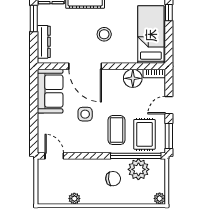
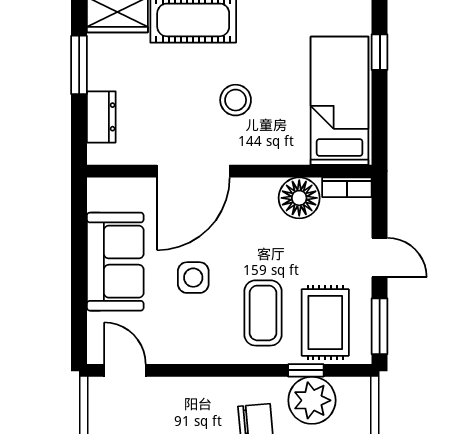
dresser: (44, 42) -> (101, 117), width x0.70
door: (85, 66) -> (193, 171), hinge flipped
sofa: (50, 91) -> (115, 262), moved
door: (169, 105) -> (380, 258), swing flipped
window: (136, 156) -> (306, 370), width x0.32

